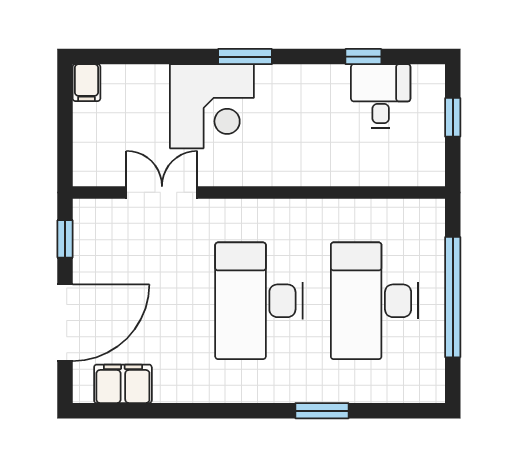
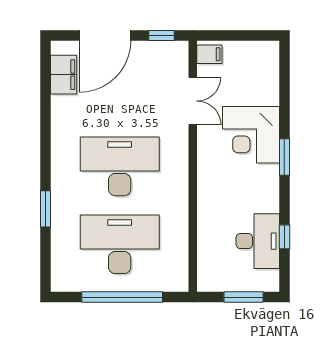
filing cabinet: (86, 83) -> (209, 54), moved, turned 180
desk: (381, 96) -> (258, 241), width x1.37
window: (453, 117) -> (243, 297), width x1.50
door: (65, 323) -> (105, 36), hinge flipped

